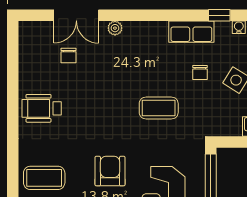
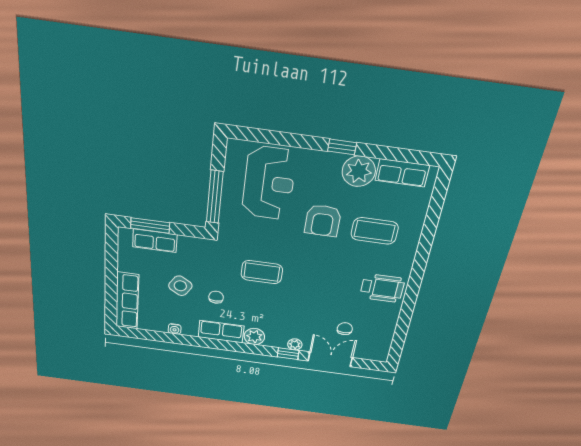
window: (219, 15) -> (288, 354), moved
plant: (157, 31) -> (254, 337), added
coffee table: (44, 178) -> (375, 231), moved

